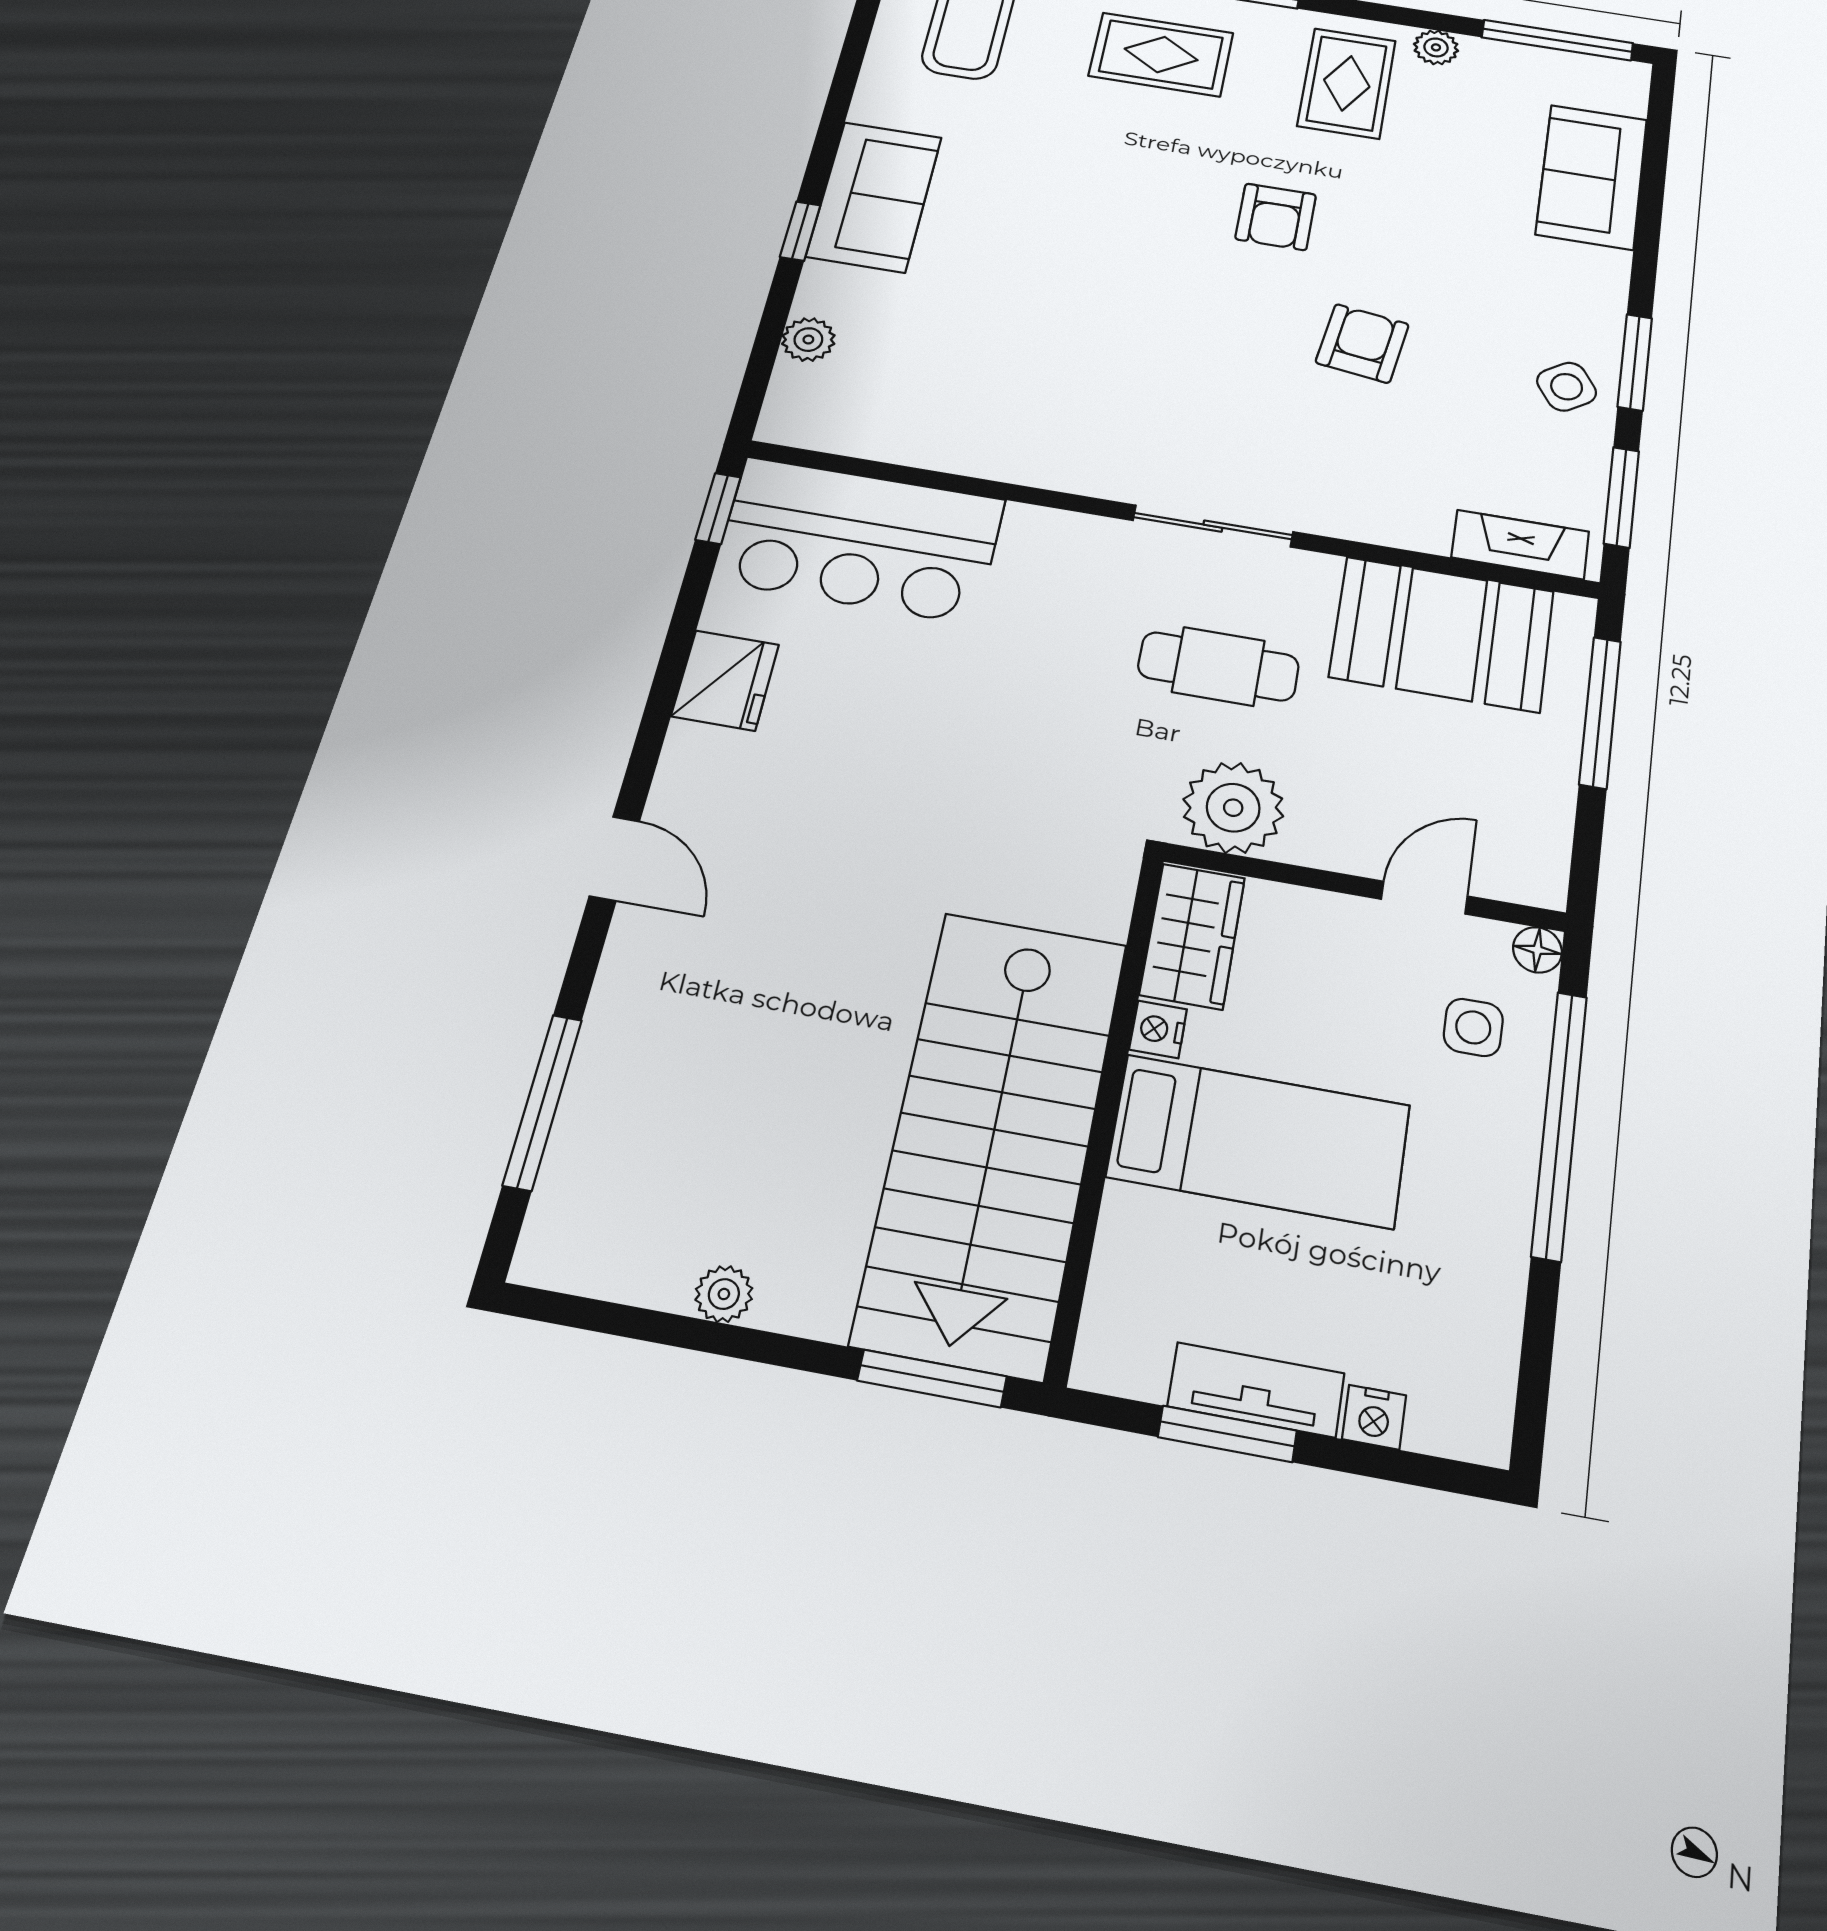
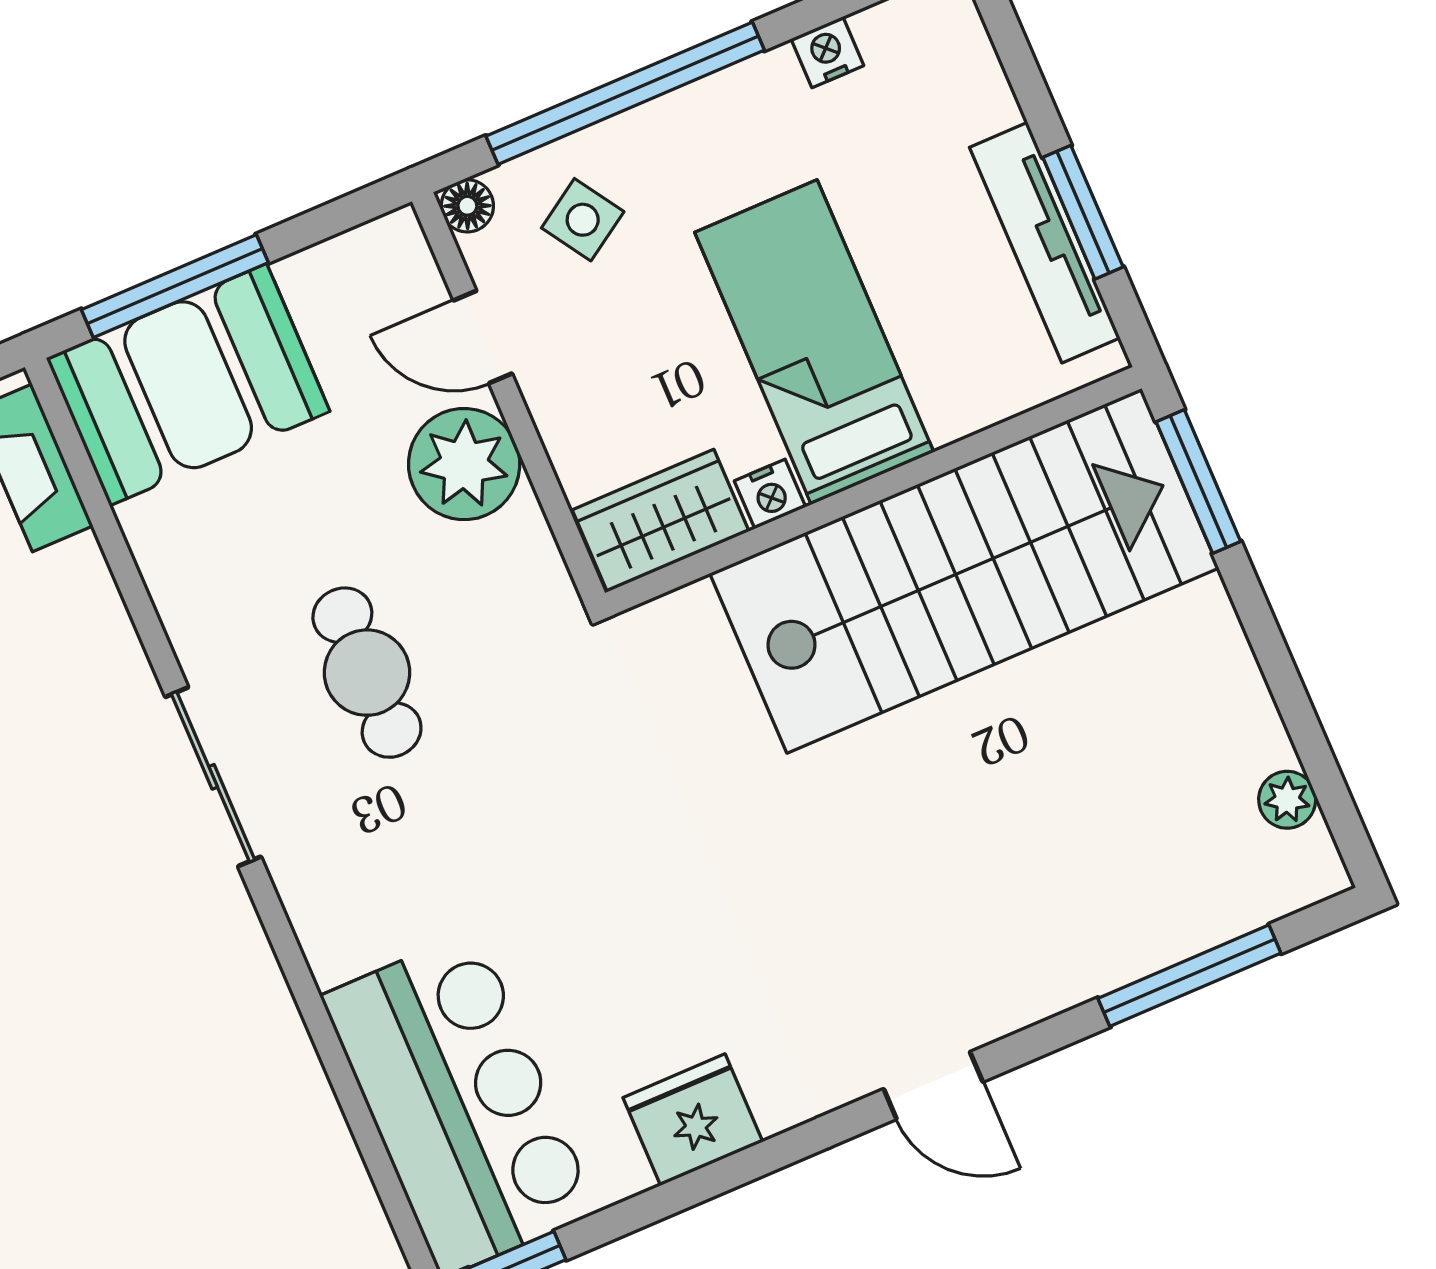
booth: (1442, 634) -> (188, 385), moved, turned 90
plant: (1233, 808) -> (464, 464), moved
door: (615, 858) -> (933, 1085), swing flipped
side table: (1473, 1027) -> (583, 220), turned -33
plant: (724, 1294) -> (1287, 800), moved
tv unit: (1256, 1390) -> (1045, 243), width x1.41
nightstand: (1374, 1417) -> (827, 52), moved, turned -90

